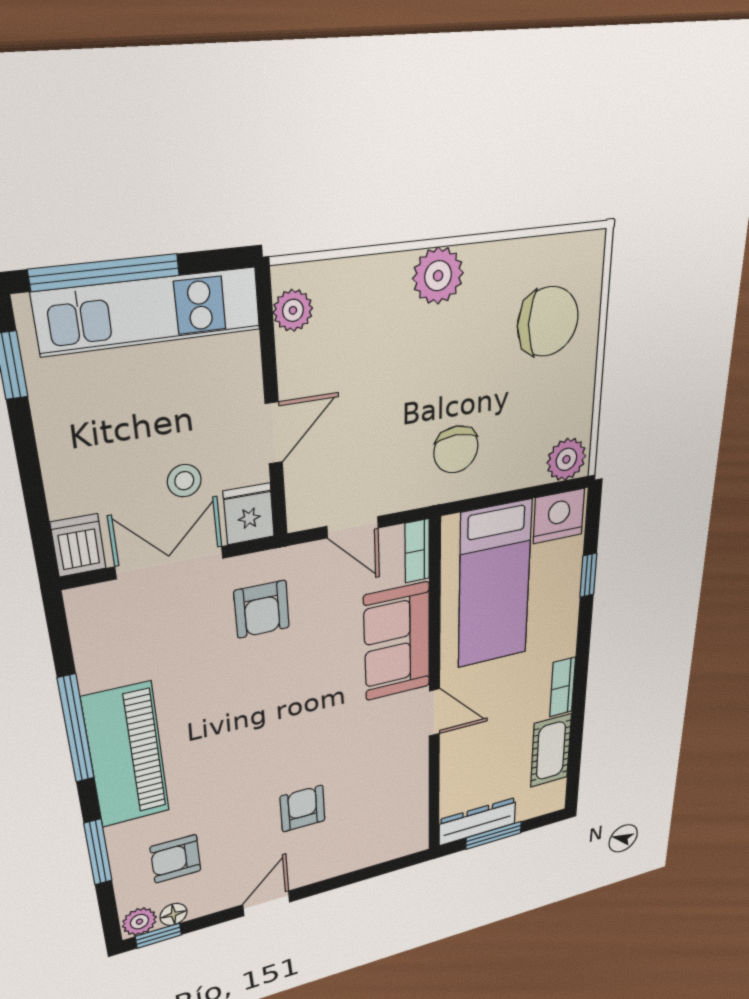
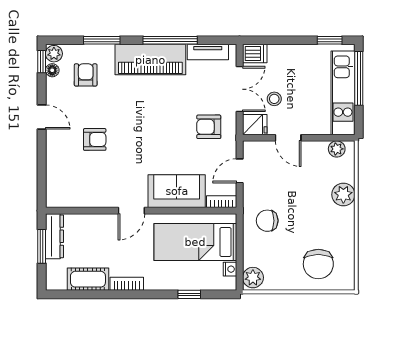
plant: (438, 276) -> (343, 195), moved
nightstand: (559, 516) -> (230, 269), width x0.53, depth x0.56
tv unit: (91, 648) -> (208, 52), added

